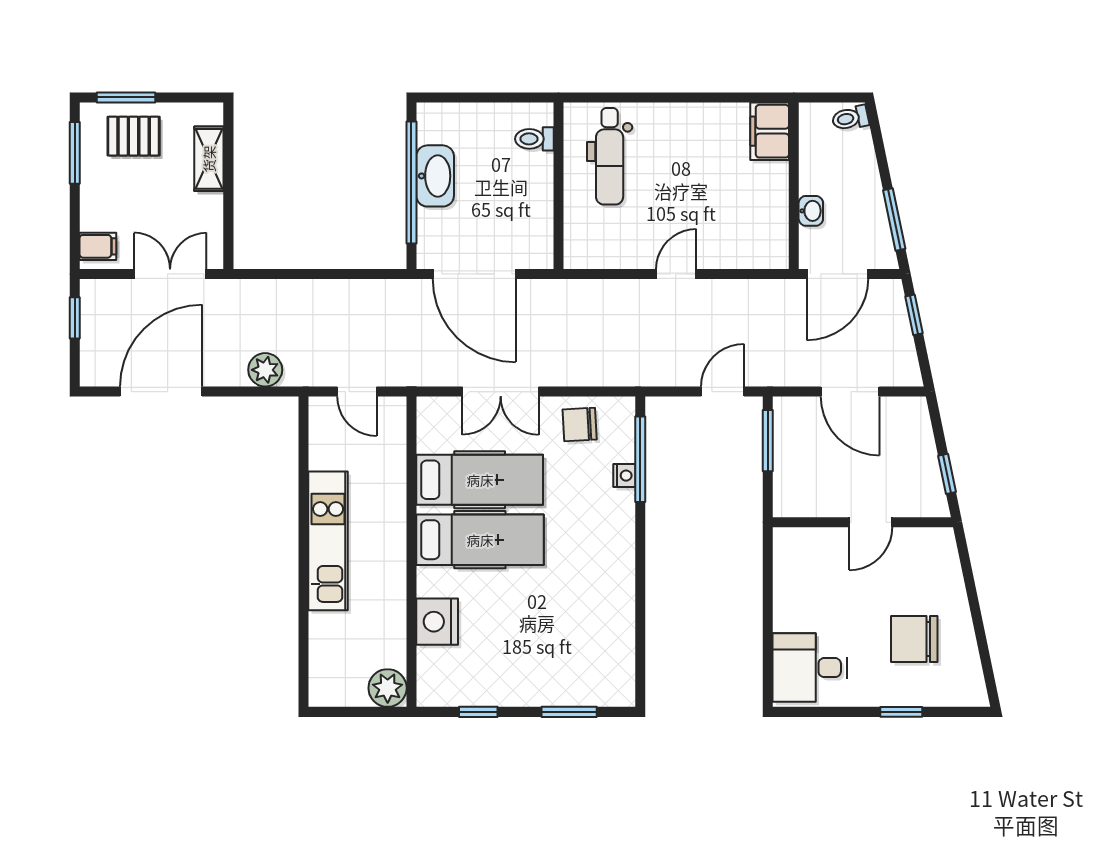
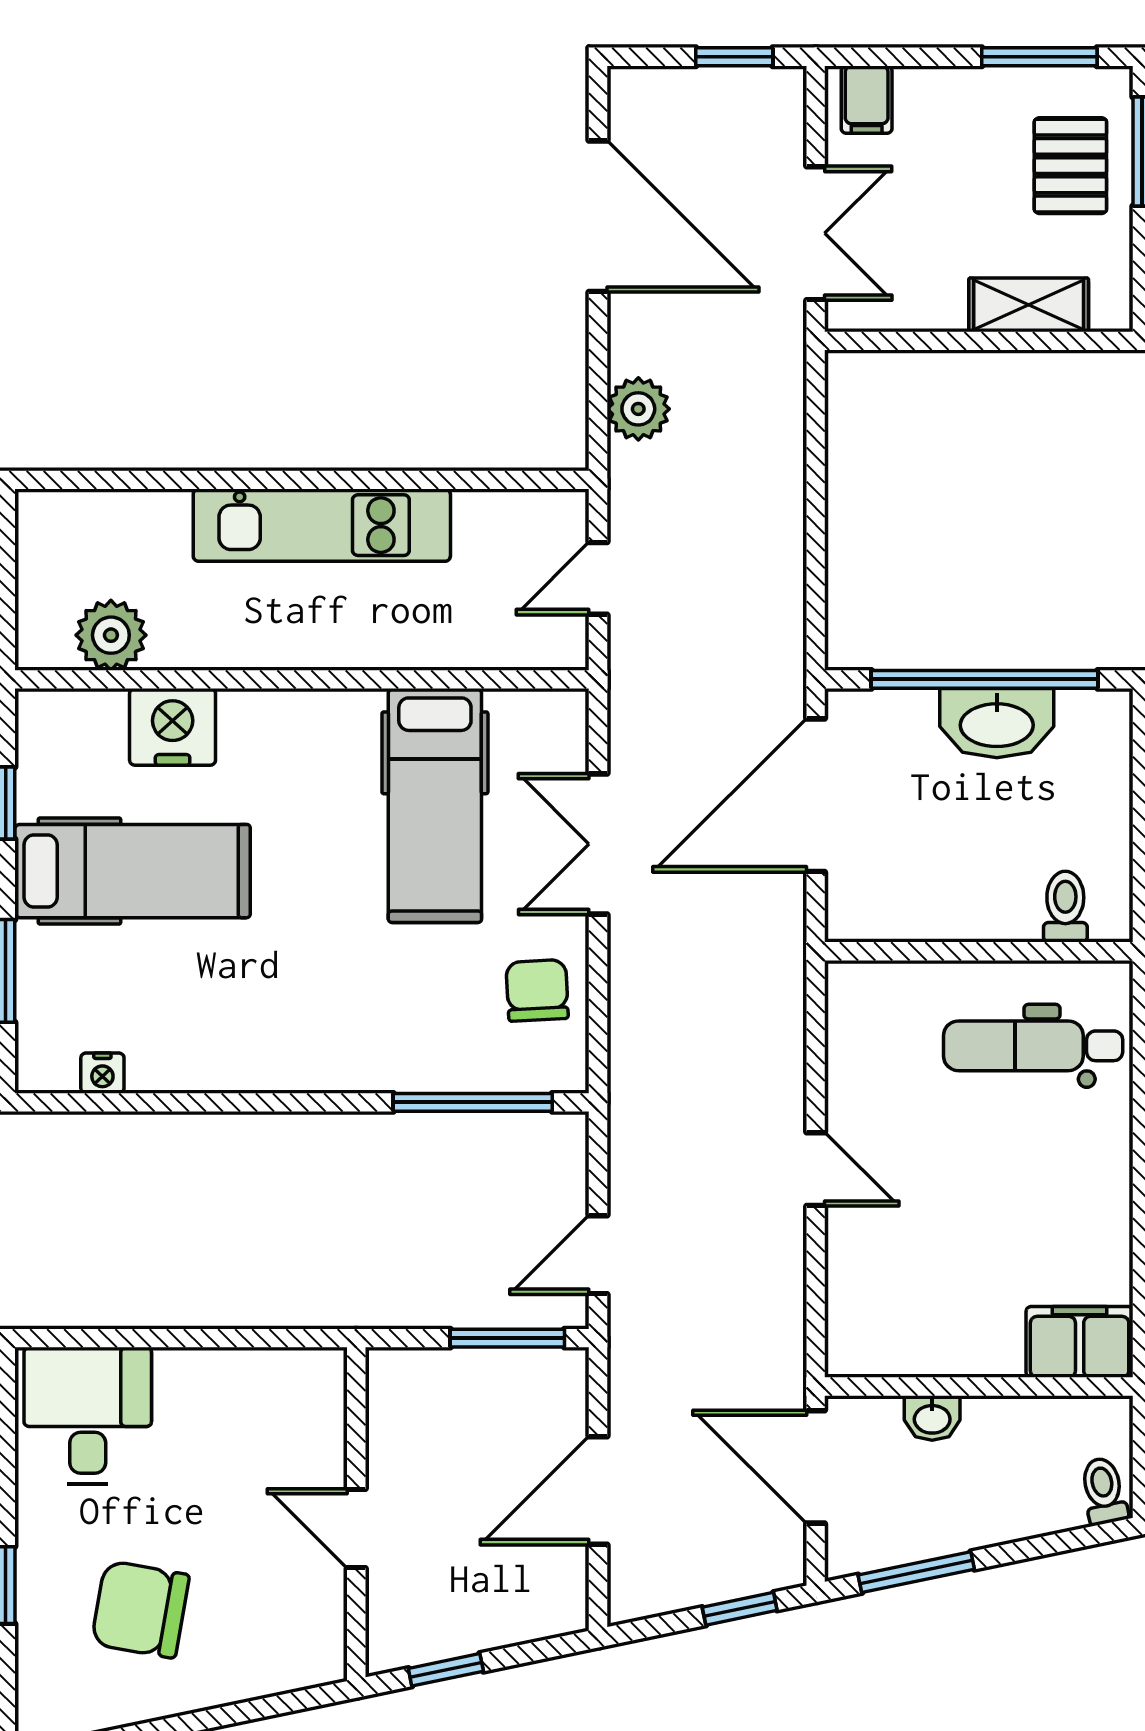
door: (723, 392) -> (598, 1255), swing flipped
nightstand: (624, 476) -> (102, 1073), moved
hospital bed: (480, 540) -> (132, 871), moved, turned -90
chair: (914, 639) -> (140, 1609), turned -80
plant: (388, 688) -> (111, 635), moved

